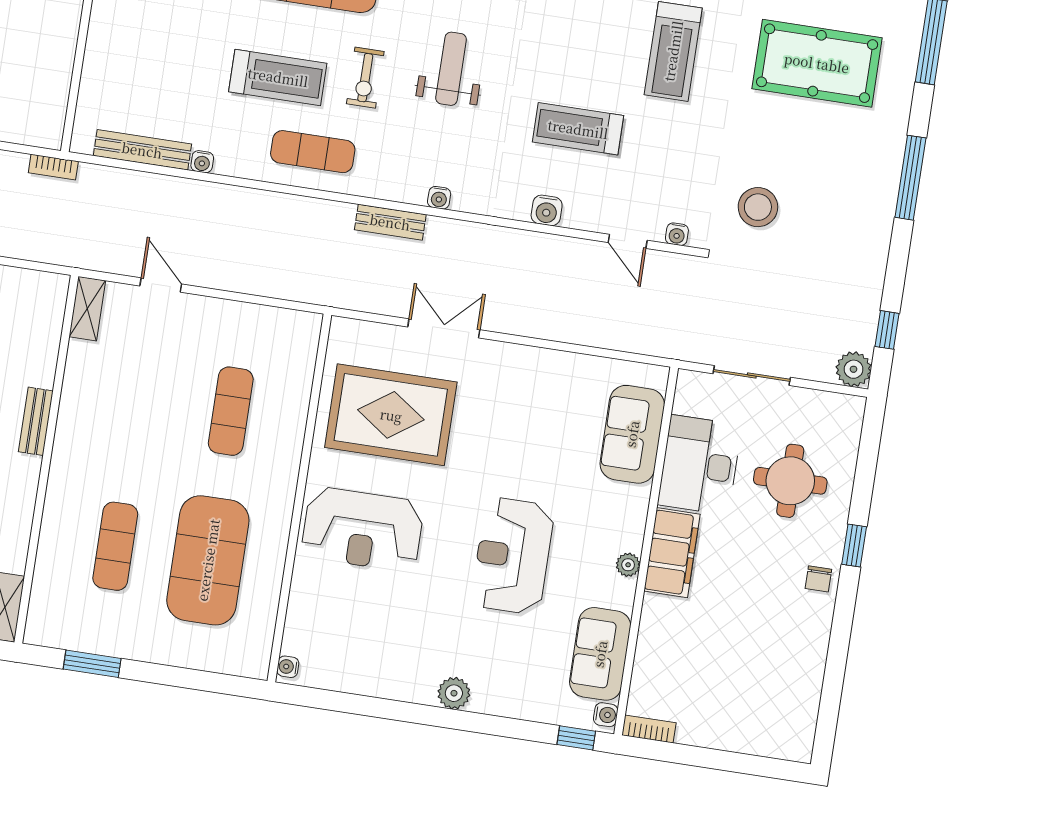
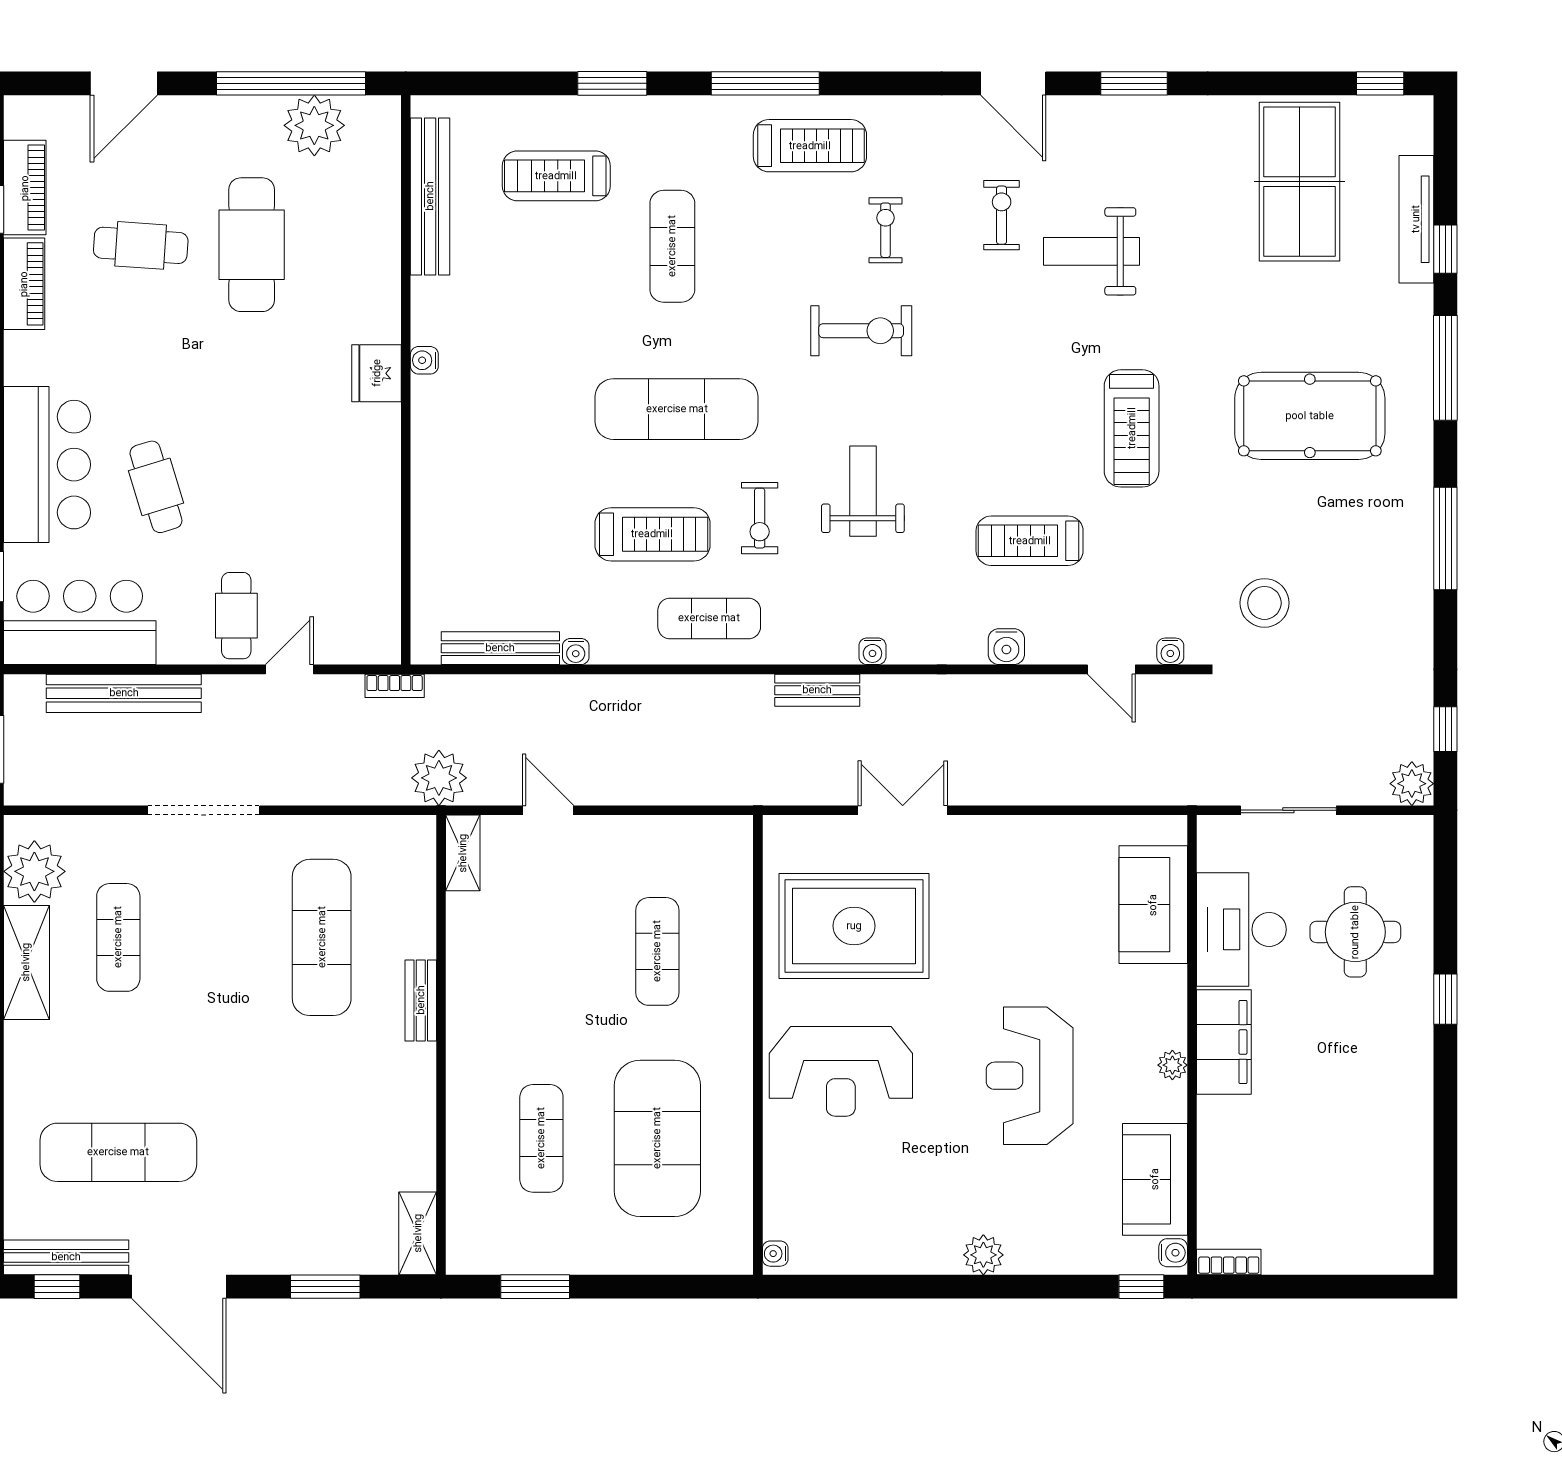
plant: (78, 246) -> (439, 778), added
chair: (818, 579) -> (1408, 1047), removed

